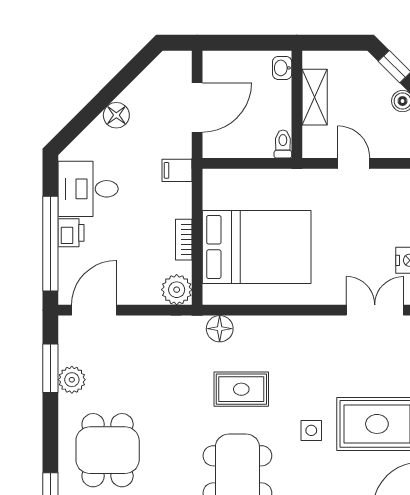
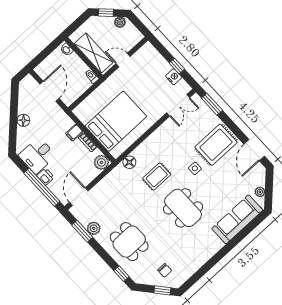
shelving: (315, 97) -> (94, 53), width x1.50, depth x1.33
filing cabinet: (177, 170) -> (74, 133), moved
double door: (375, 310) -> (178, 105), swing flipped

